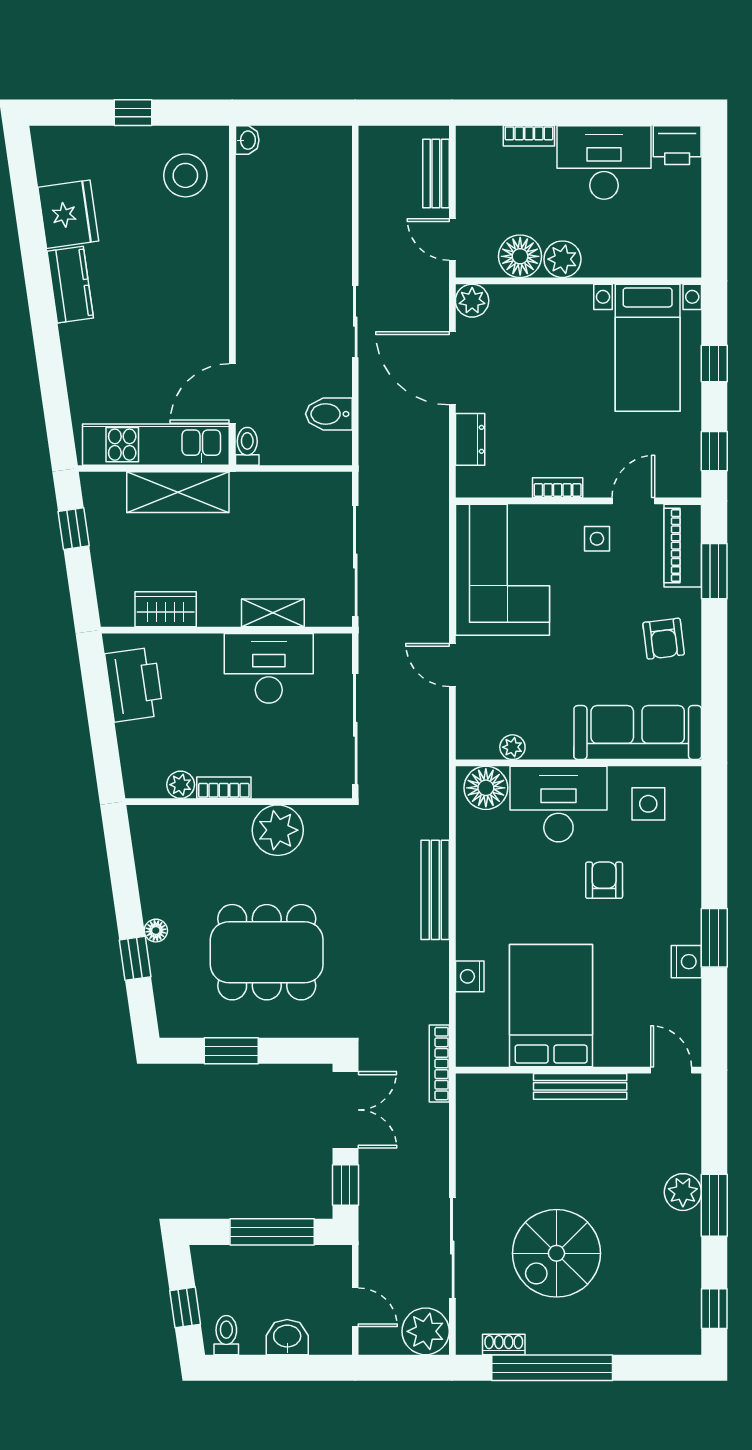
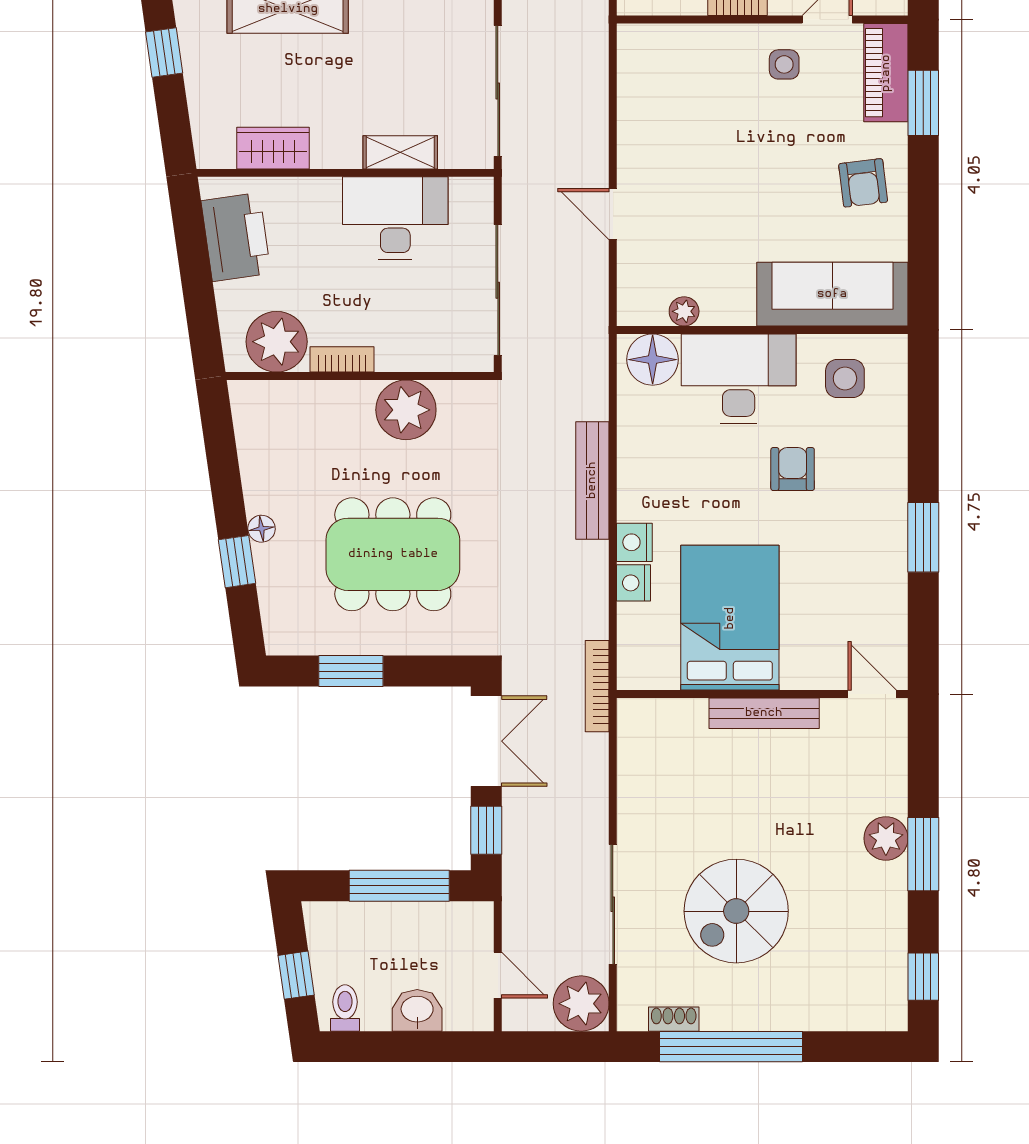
corner sofa: (502, 570) -> (672, 101), removed
plant: (181, 785) -> (277, 342), width x1.88, depth x1.88
nightstand: (686, 962) -> (634, 542), moved, turned 180

